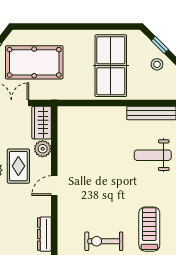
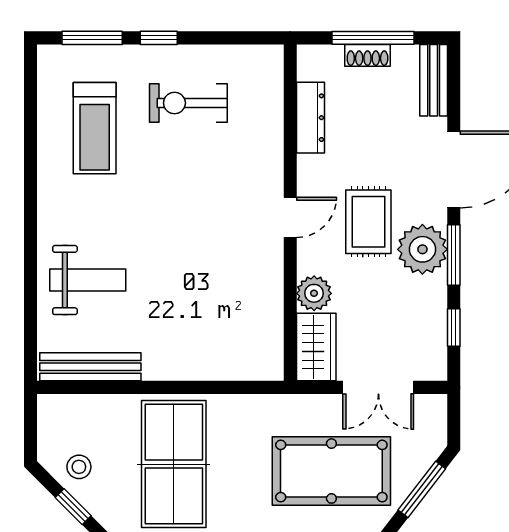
rug: (18, 166) -> (368, 222), moved
exercise bike: (104, 241) -> (188, 103), turned 180

